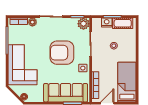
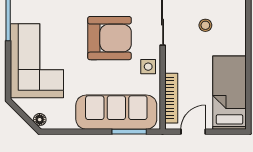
armchair: (62, 53) -> (109, 38), turned 180

